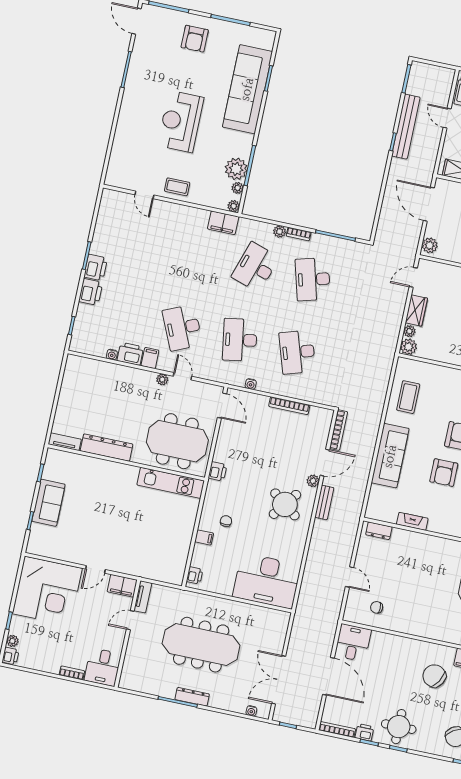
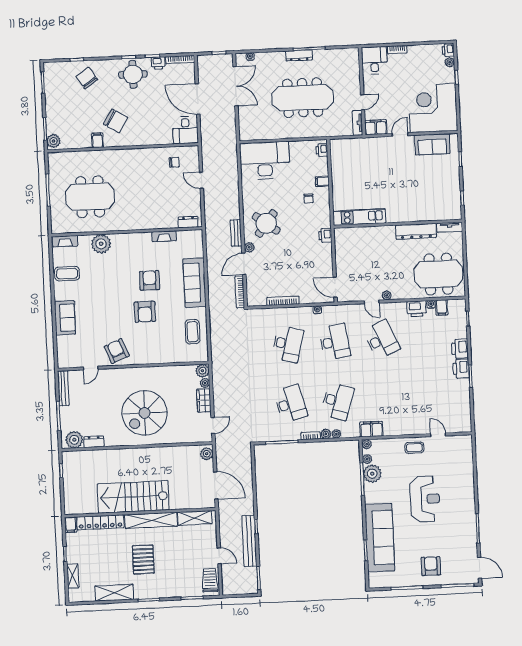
plant: (267, 228) -> (336, 434), added
desk: (297, 352) -> (288, 344), turned 33
filing cabinet: (150, 358) -> (442, 308), moved
meeting table: (177, 441) -> (438, 274), moved
sofa: (48, 503) -> (432, 144), moved, turned -90

